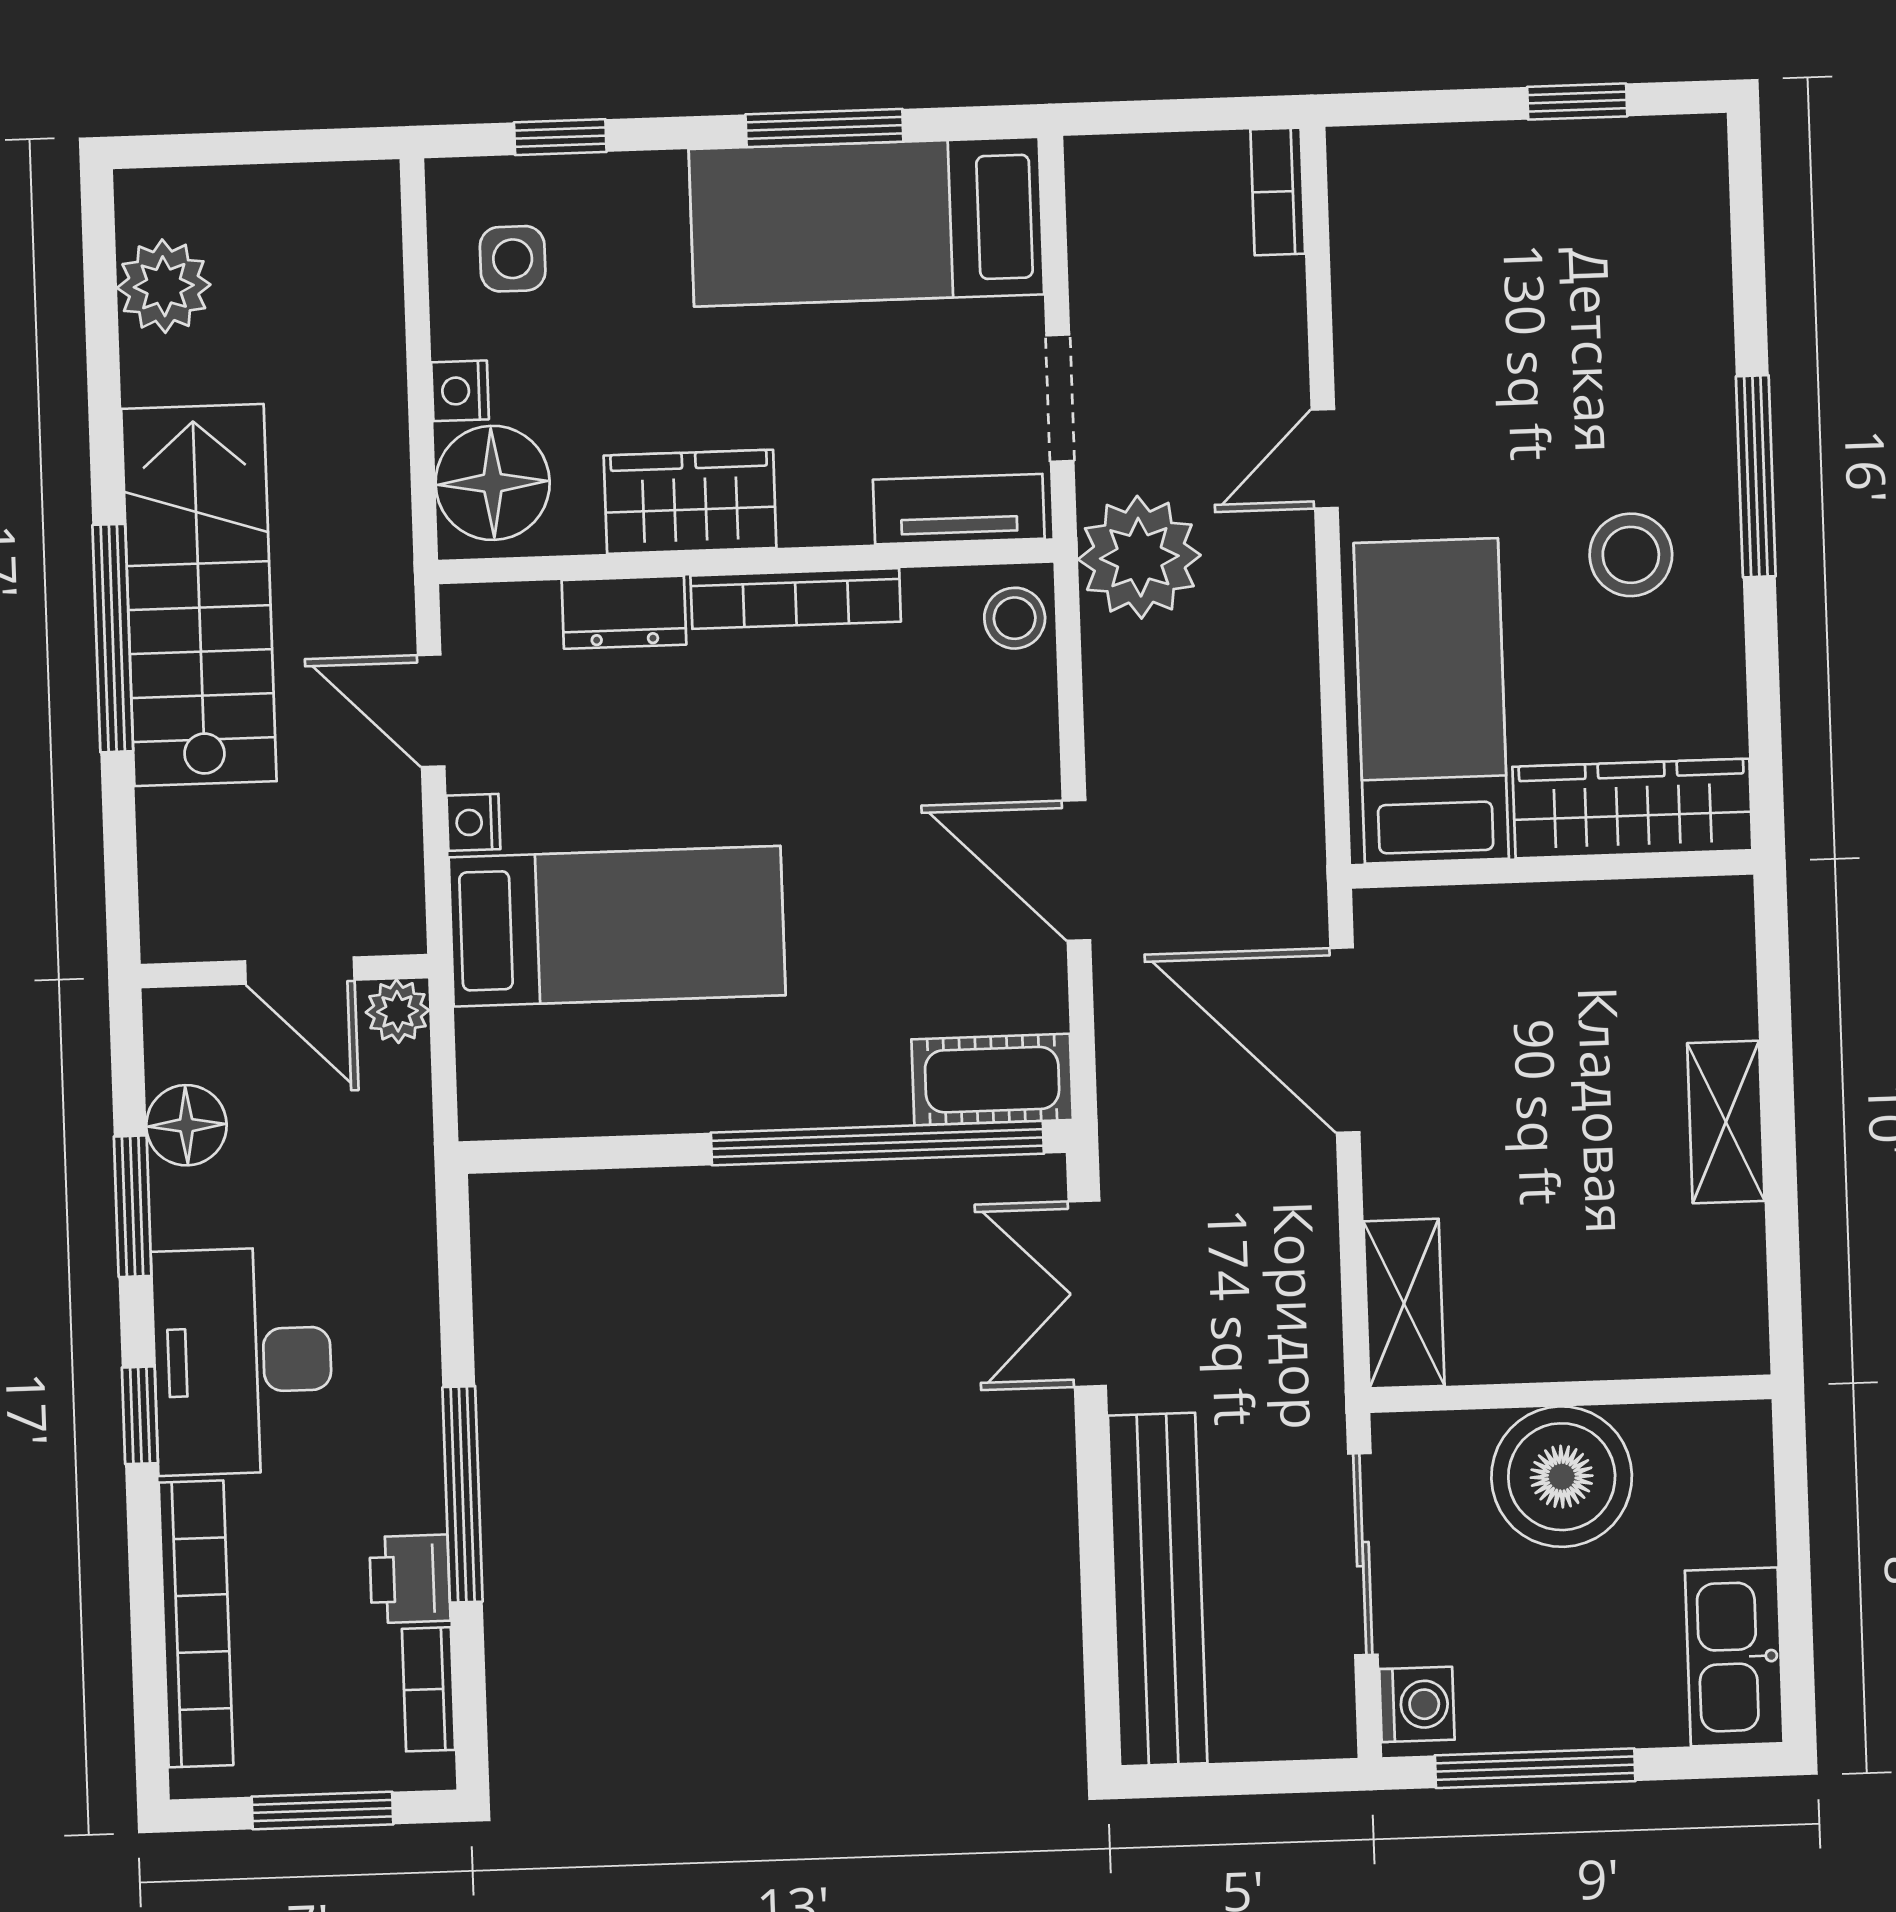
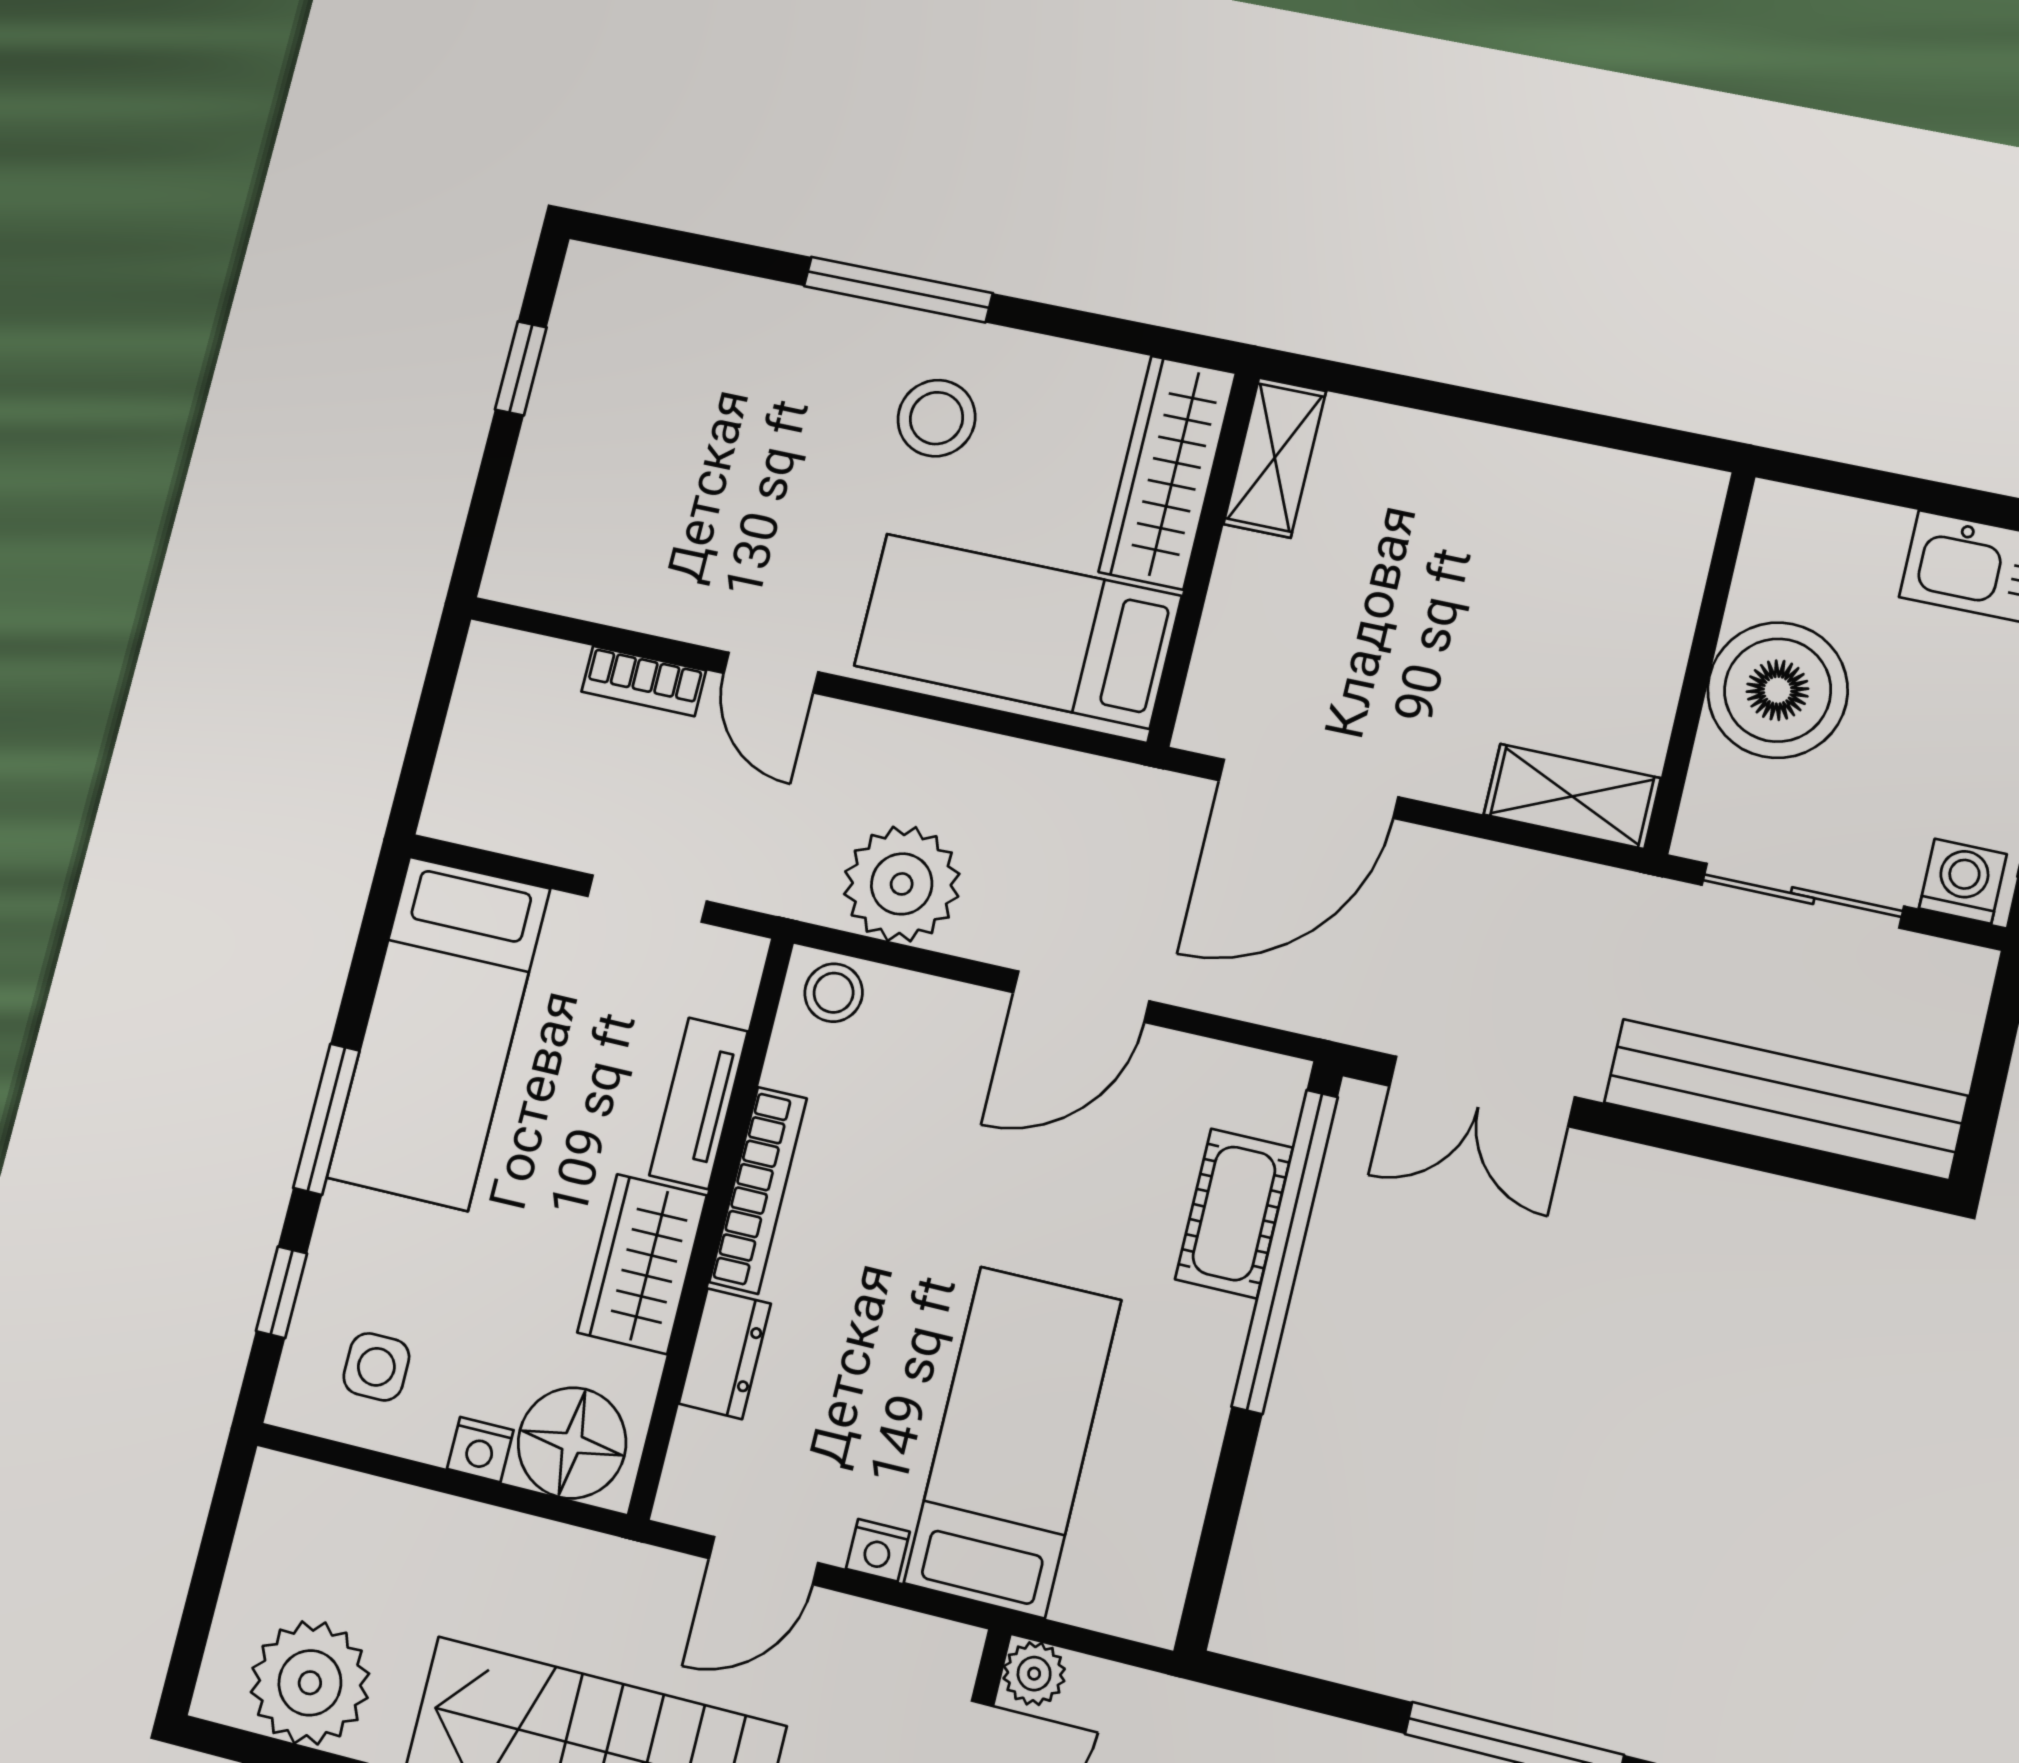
window: (824, 128) -> (326, 1119), moved
bookcase: (1278, 192) -> (644, 681), moved
plant: (164, 286) -> (310, 1683), width x1.36, depth x1.36
tv unit: (959, 509) -> (699, 1103), moved
plant: (1139, 557) -> (902, 884), moved
cot: (992, 1080) -> (1234, 1213), moved
shelving: (1726, 1122) -> (1275, 458), moved, turned 90

